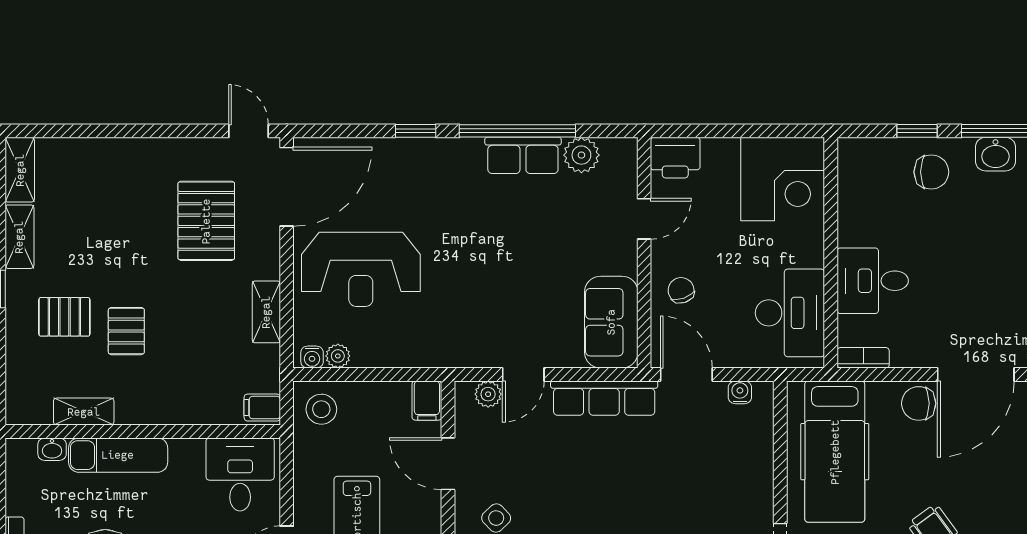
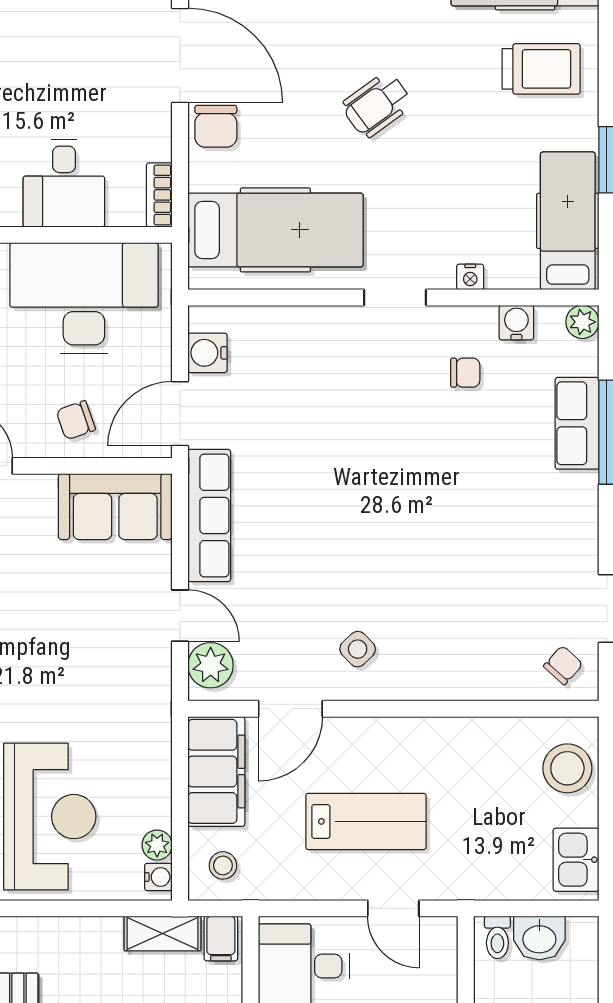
shelving: (266, 312) -> (162, 934), moved
desk: (790, 313) -> (84, 298), width x1.36, depth x1.30
water cooler: (740, 392) -> (207, 353), width x1.38, depth x1.38
plant: (488, 394) -> (211, 665), width x1.38, depth x1.38
filing cabinet: (427, 401) -> (216, 771), width x3.00, depth x1.17
stool: (321, 409) -> (223, 865), width x0.73, depth x0.73

